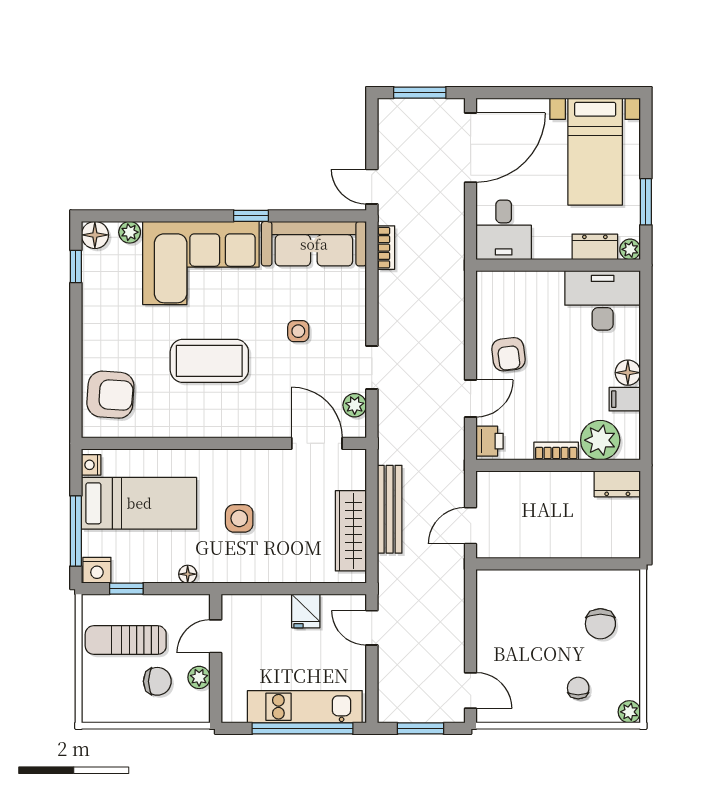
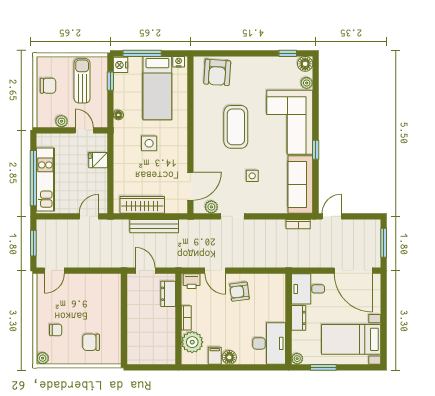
dresser: (595, 247) -> (299, 318), moved
dresser: (617, 484) -> (168, 294), moved
fridge: (306, 611) -> (98, 160), moved
chair: (157, 681) -> (48, 86), moved, turned -90

